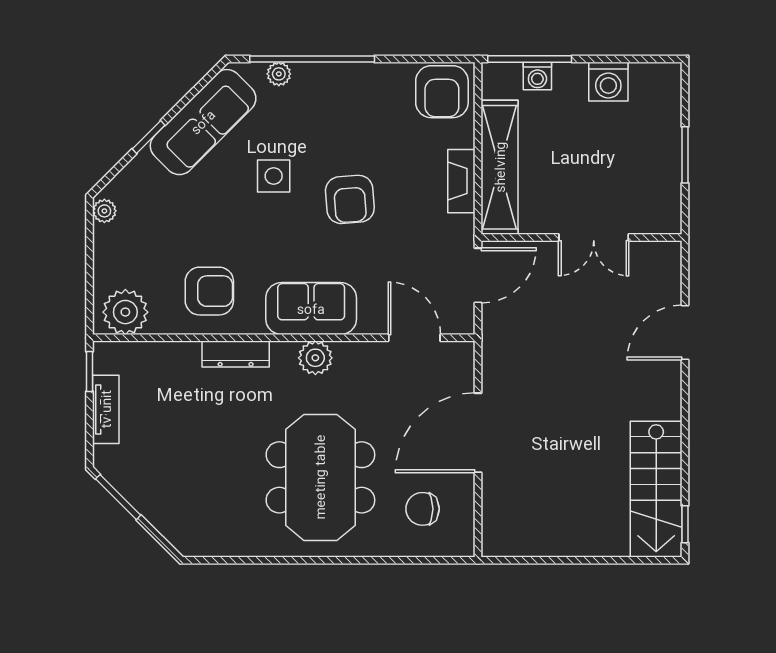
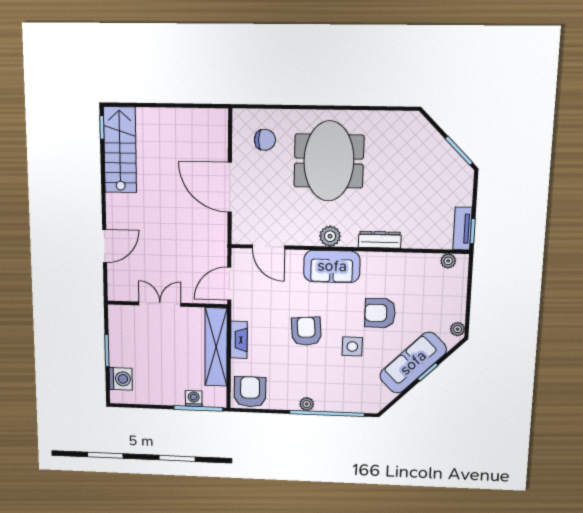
plant: (279, 74) -> (307, 404), moved
washing machine: (608, 82) -> (121, 379), moved, turned 90
sofa: (203, 122) -> (413, 363), moved
armchair: (209, 291) -> (380, 313), moved
plant: (125, 312) -> (448, 261), width x0.53, depth x0.53
tv unit: (106, 409) -> (462, 229), moved
door: (478, 433) -> (230, 187), swing flipped

